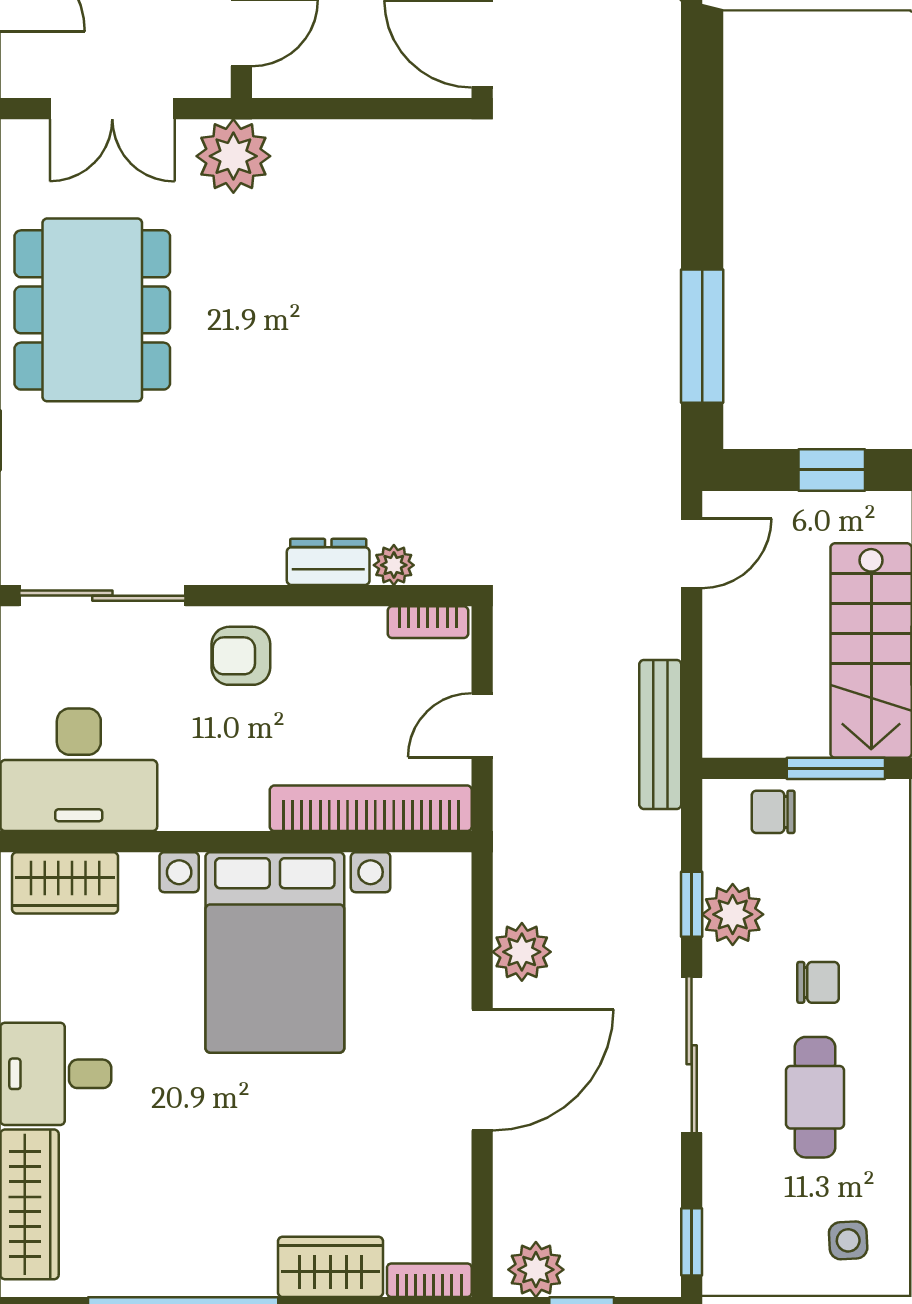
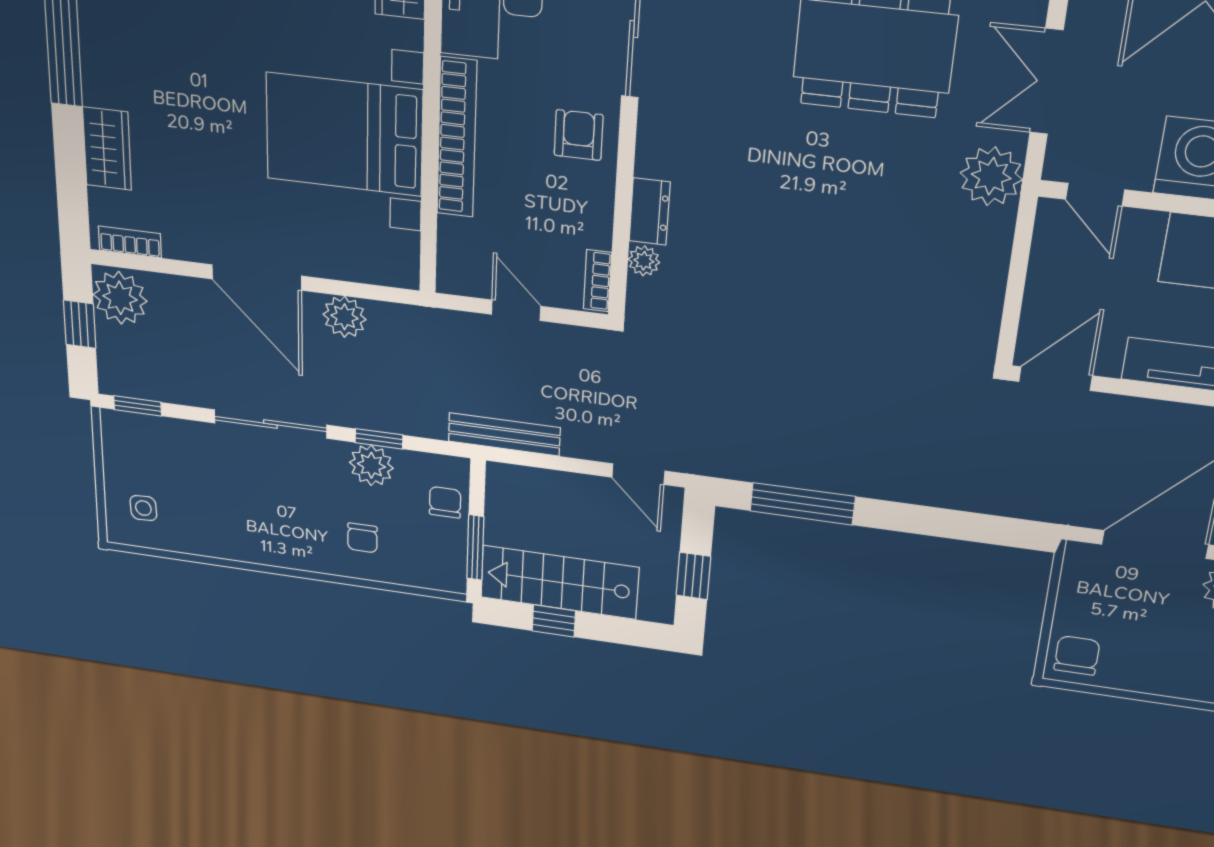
bookcase: (371, 808) -> (457, 138), moved
chair: (818, 982) -> (362, 538), moved
cafe table: (815, 1097) -> (242, 501), removed
plant: (536, 1270) -> (120, 298), width x1.36, depth x1.36
bookcase: (429, 1280) -> (130, 242), moved, turned -90

